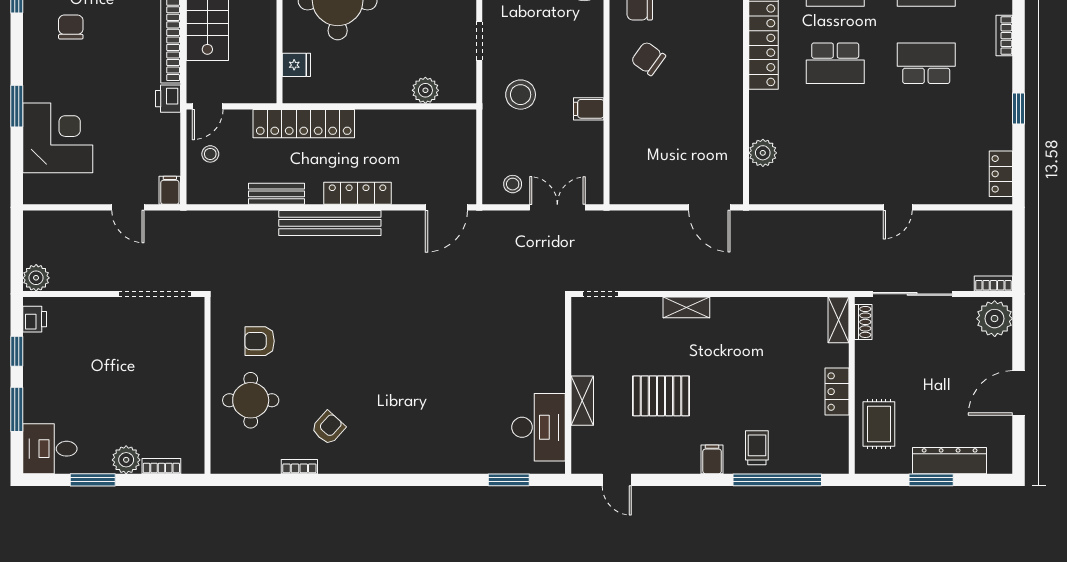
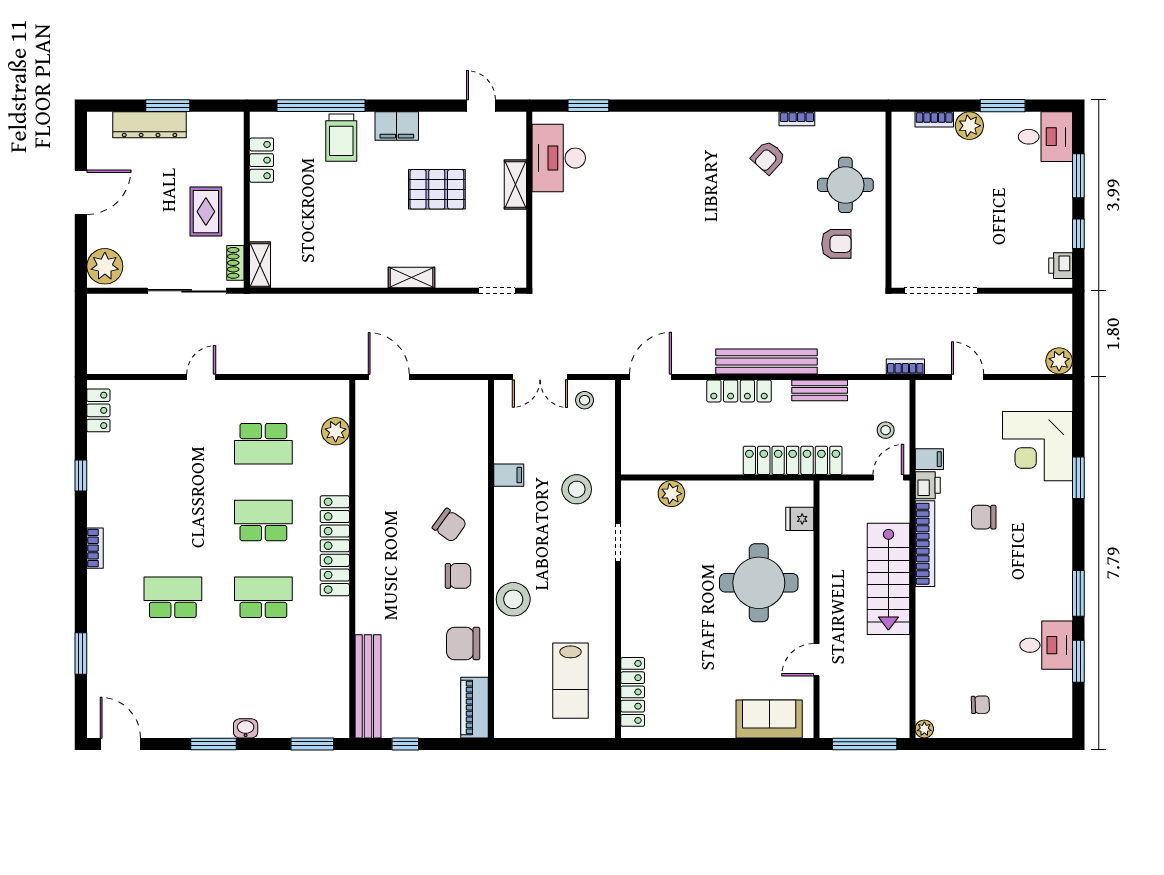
chair: (71, 27) -> (984, 517), moved, turned 90
school desk: (926, 63) -> (263, 444), moved
filing cabinet: (170, 190) -> (929, 459), moved, turned -90
plant: (36, 278) -> (1059, 361), moved
bookcase: (993, 283) -> (905, 367), moved, turned 180
locker: (837, 392) -> (262, 160), moved
rug: (879, 424) -> (206, 212), moved
trolley: (757, 448) -> (341, 138), width x1.36, depth x1.39
filing cabinet: (712, 459) -> (397, 126), width x2.00

